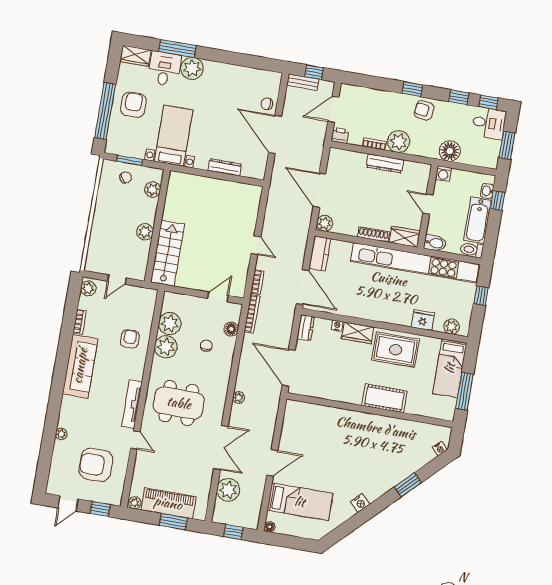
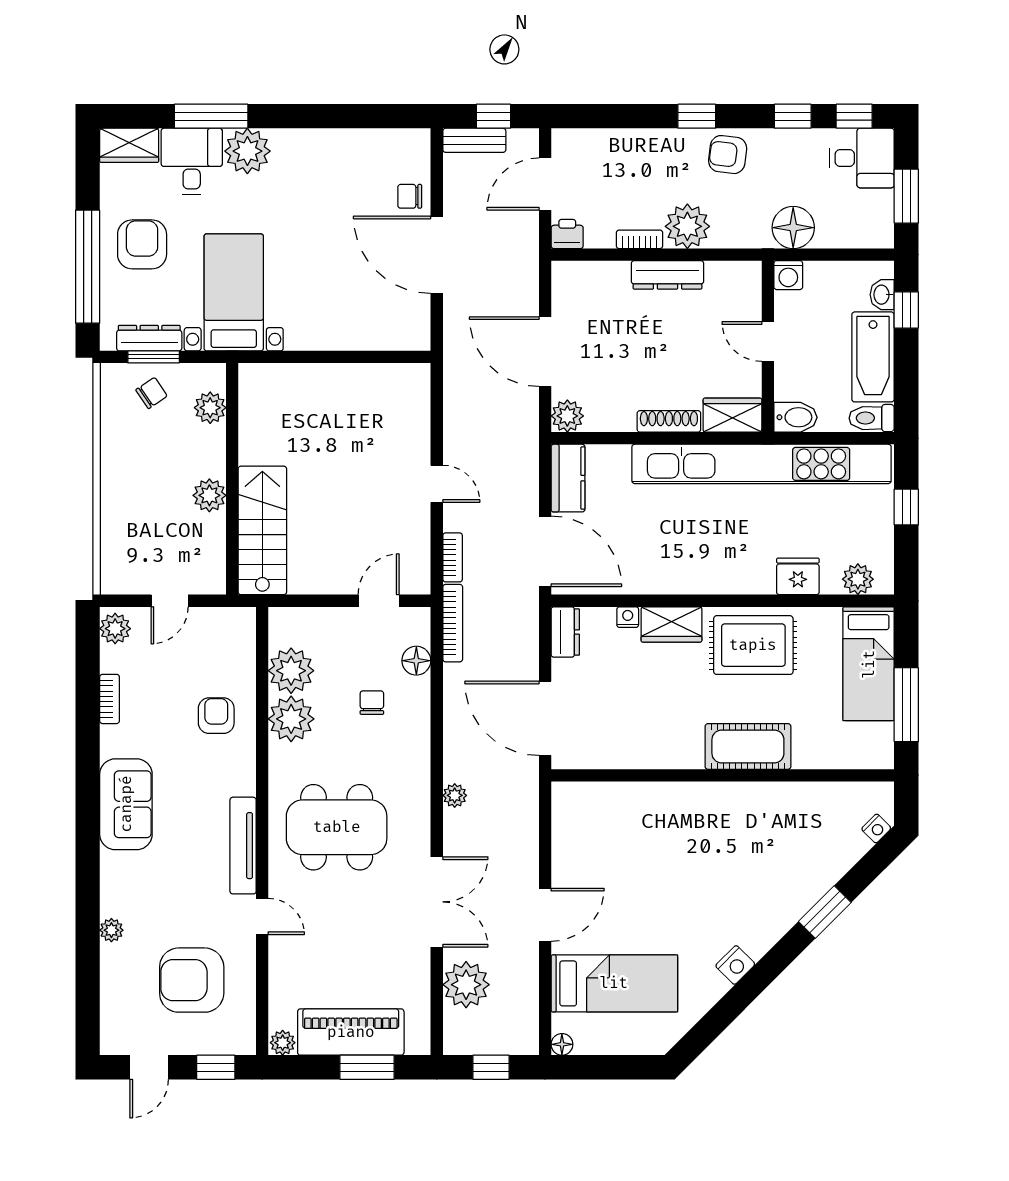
dresser: (225, 167) -> (149, 338), moved
sofa: (80, 366) -> (126, 804), width x0.73

